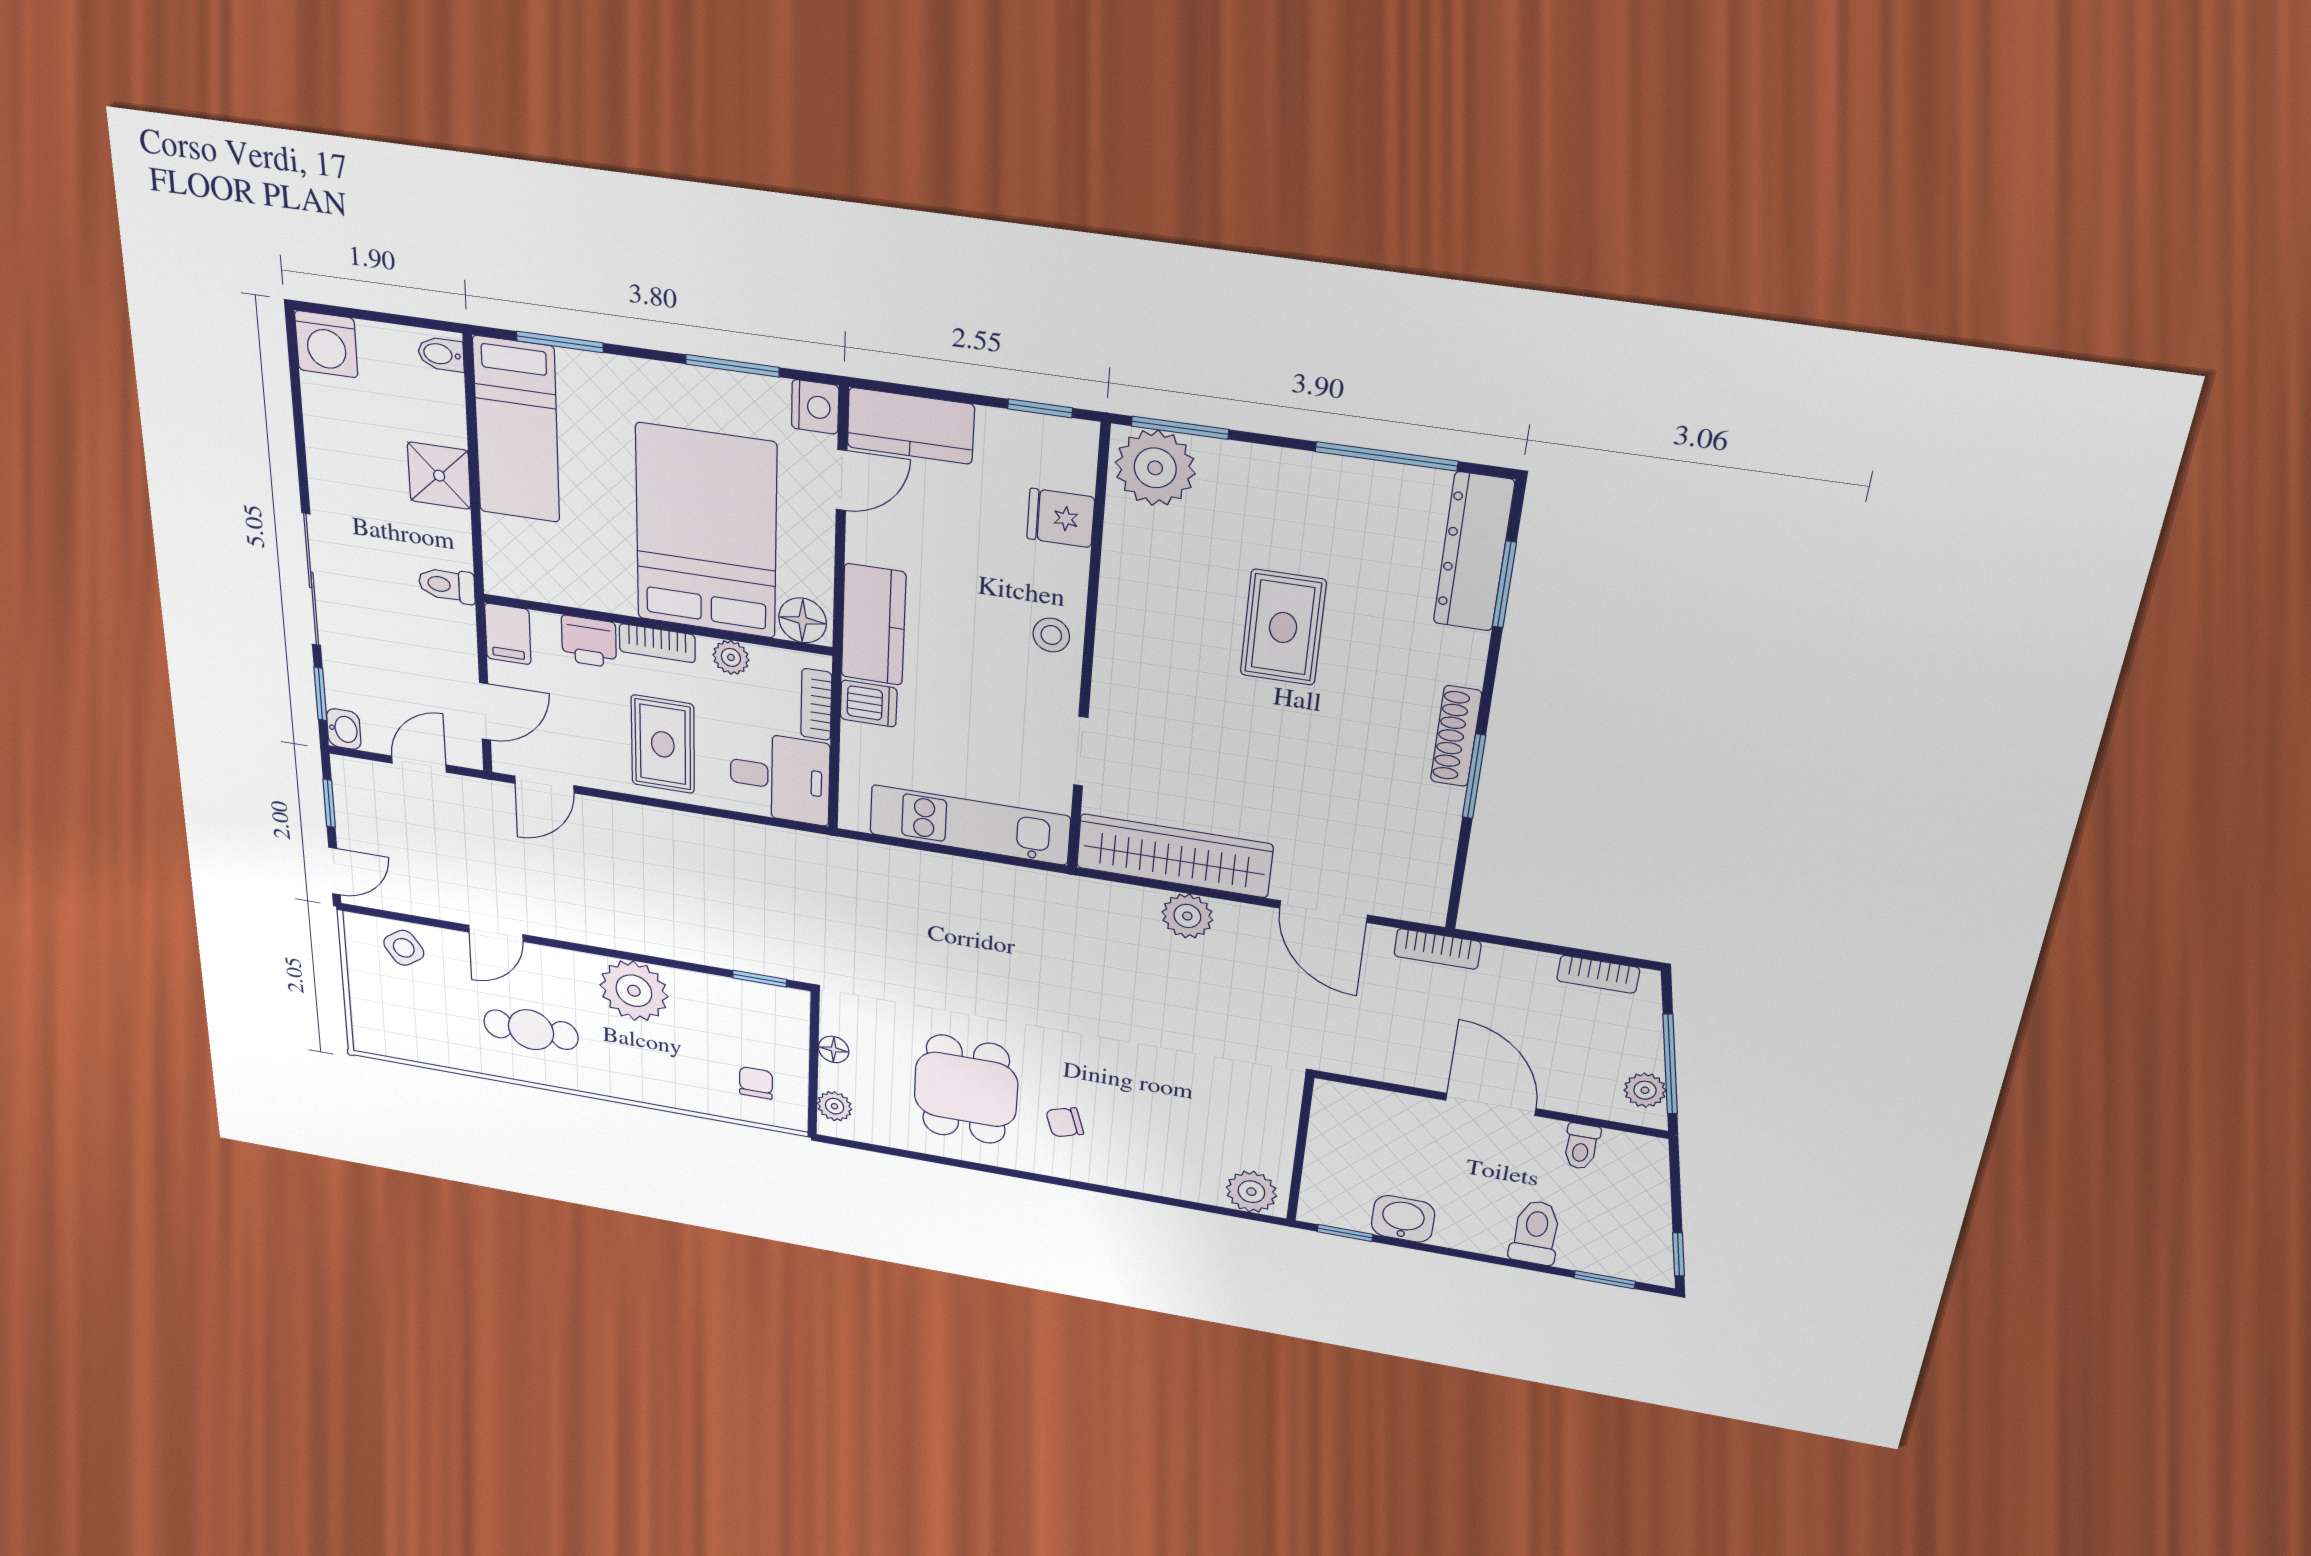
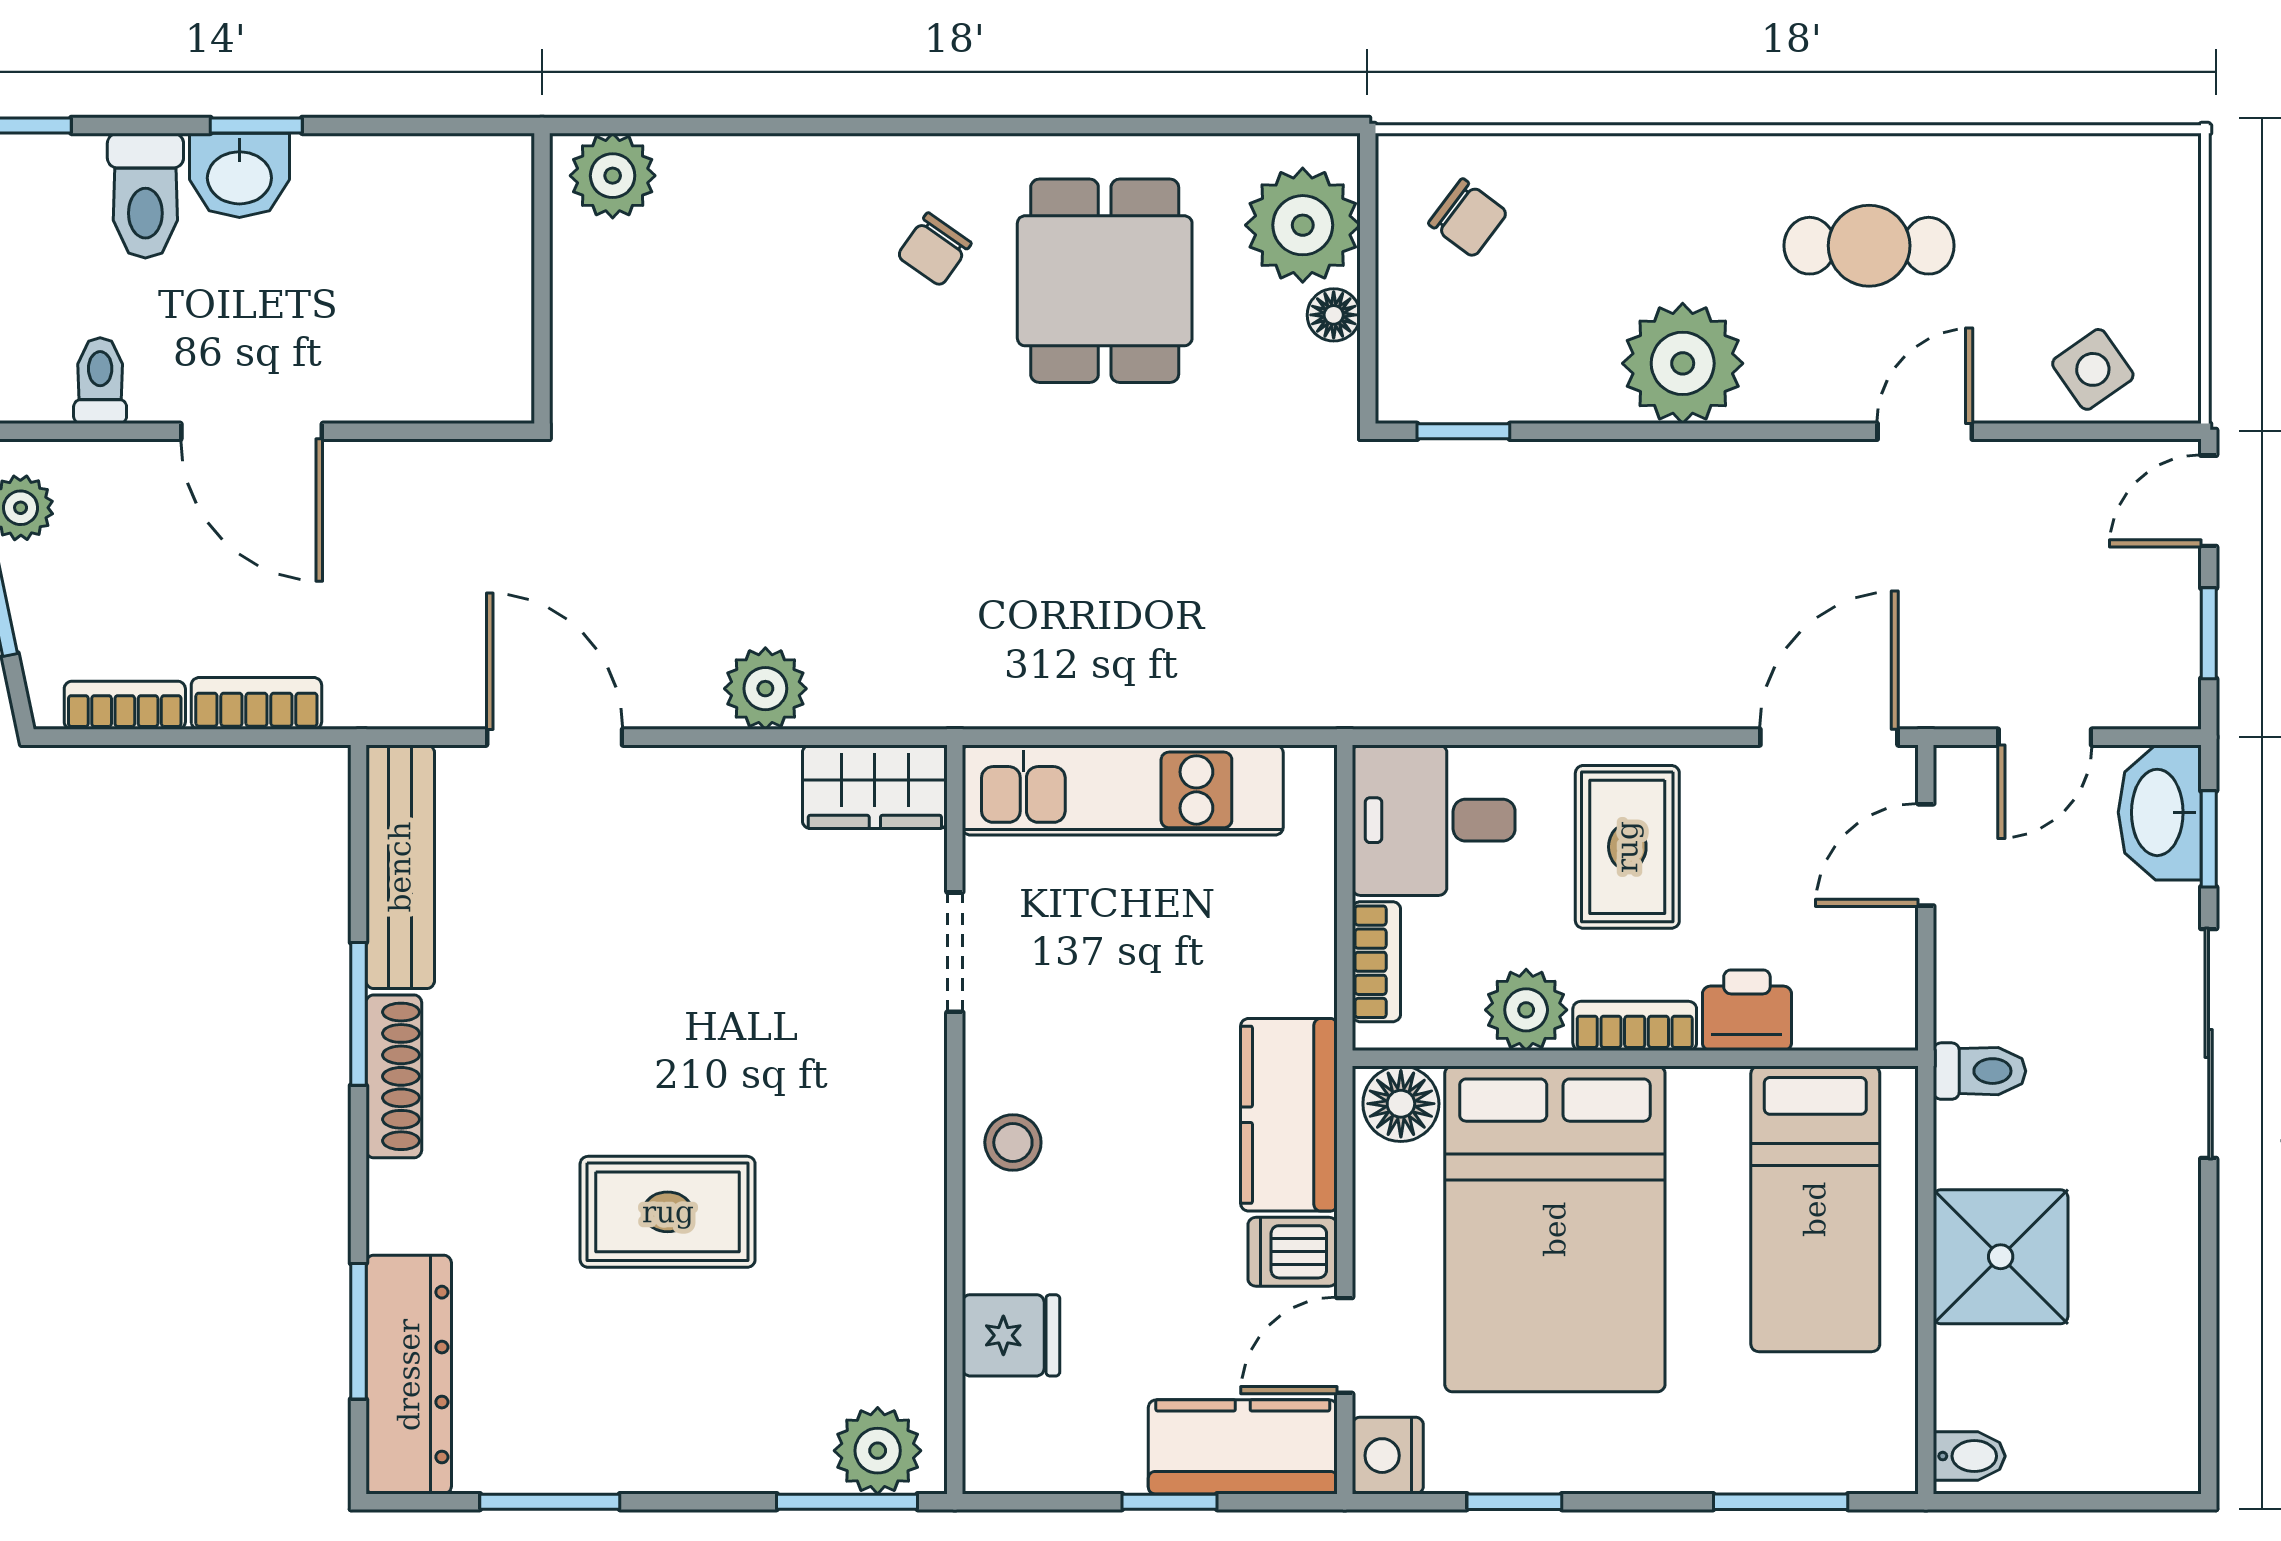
washing machine: (326, 344) -> (2153, 1446), removed
window: (732, 366) -> (1514, 1502), width x0.67
window: (1040, 408) -> (1170, 1502), moved
bed: (517, 430) -> (1815, 1209), moved, turned 180
window: (1386, 456) -> (550, 1502), width x0.69
plant: (1155, 468) -> (878, 1451), width x0.73, depth x0.73
shower: (439, 476) -> (2001, 1257), width x1.36, depth x1.36
rug: (1283, 627) -> (668, 1212), turned 90
filing cabinet: (508, 634) -> (1881, 1002), removed
plant: (731, 657) -> (1526, 1010), width x1.38, depth x1.38
dishwasher: (869, 704) -> (1293, 1252), moved
washbasin: (344, 729) -> (2160, 812), width x1.91, depth x1.45
door: (544, 785) -> (1829, 737), width x1.38
wardrobe: (1174, 856) -> (875, 787), width x0.48, depth x0.85
bench: (1433, 856) -> (400, 867), added
bookcase: (1437, 949) -> (256, 703), moved
chair: (756, 1083) -> (1468, 218), turned -53
plant: (835, 1106) -> (1303, 225), width x1.87, depth x1.87
chair: (1065, 1122) -> (934, 250), turned 143
washbasin: (1403, 1219) -> (239, 175), moved
window: (1345, 1233) -> (256, 125), moved

